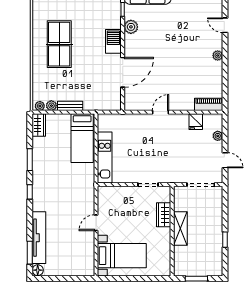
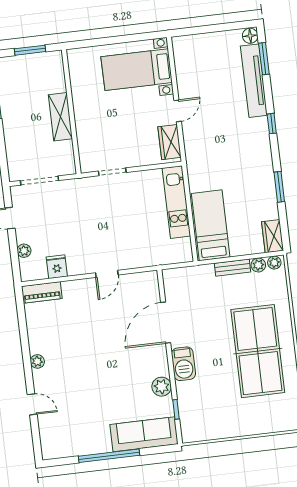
table tennis table: (59, 44) -> (258, 351), width x1.36, depth x1.32
window: (30, 192) -> (272, 124), moved
wardrobe: (164, 215) -> (170, 142), moved, turned 180

